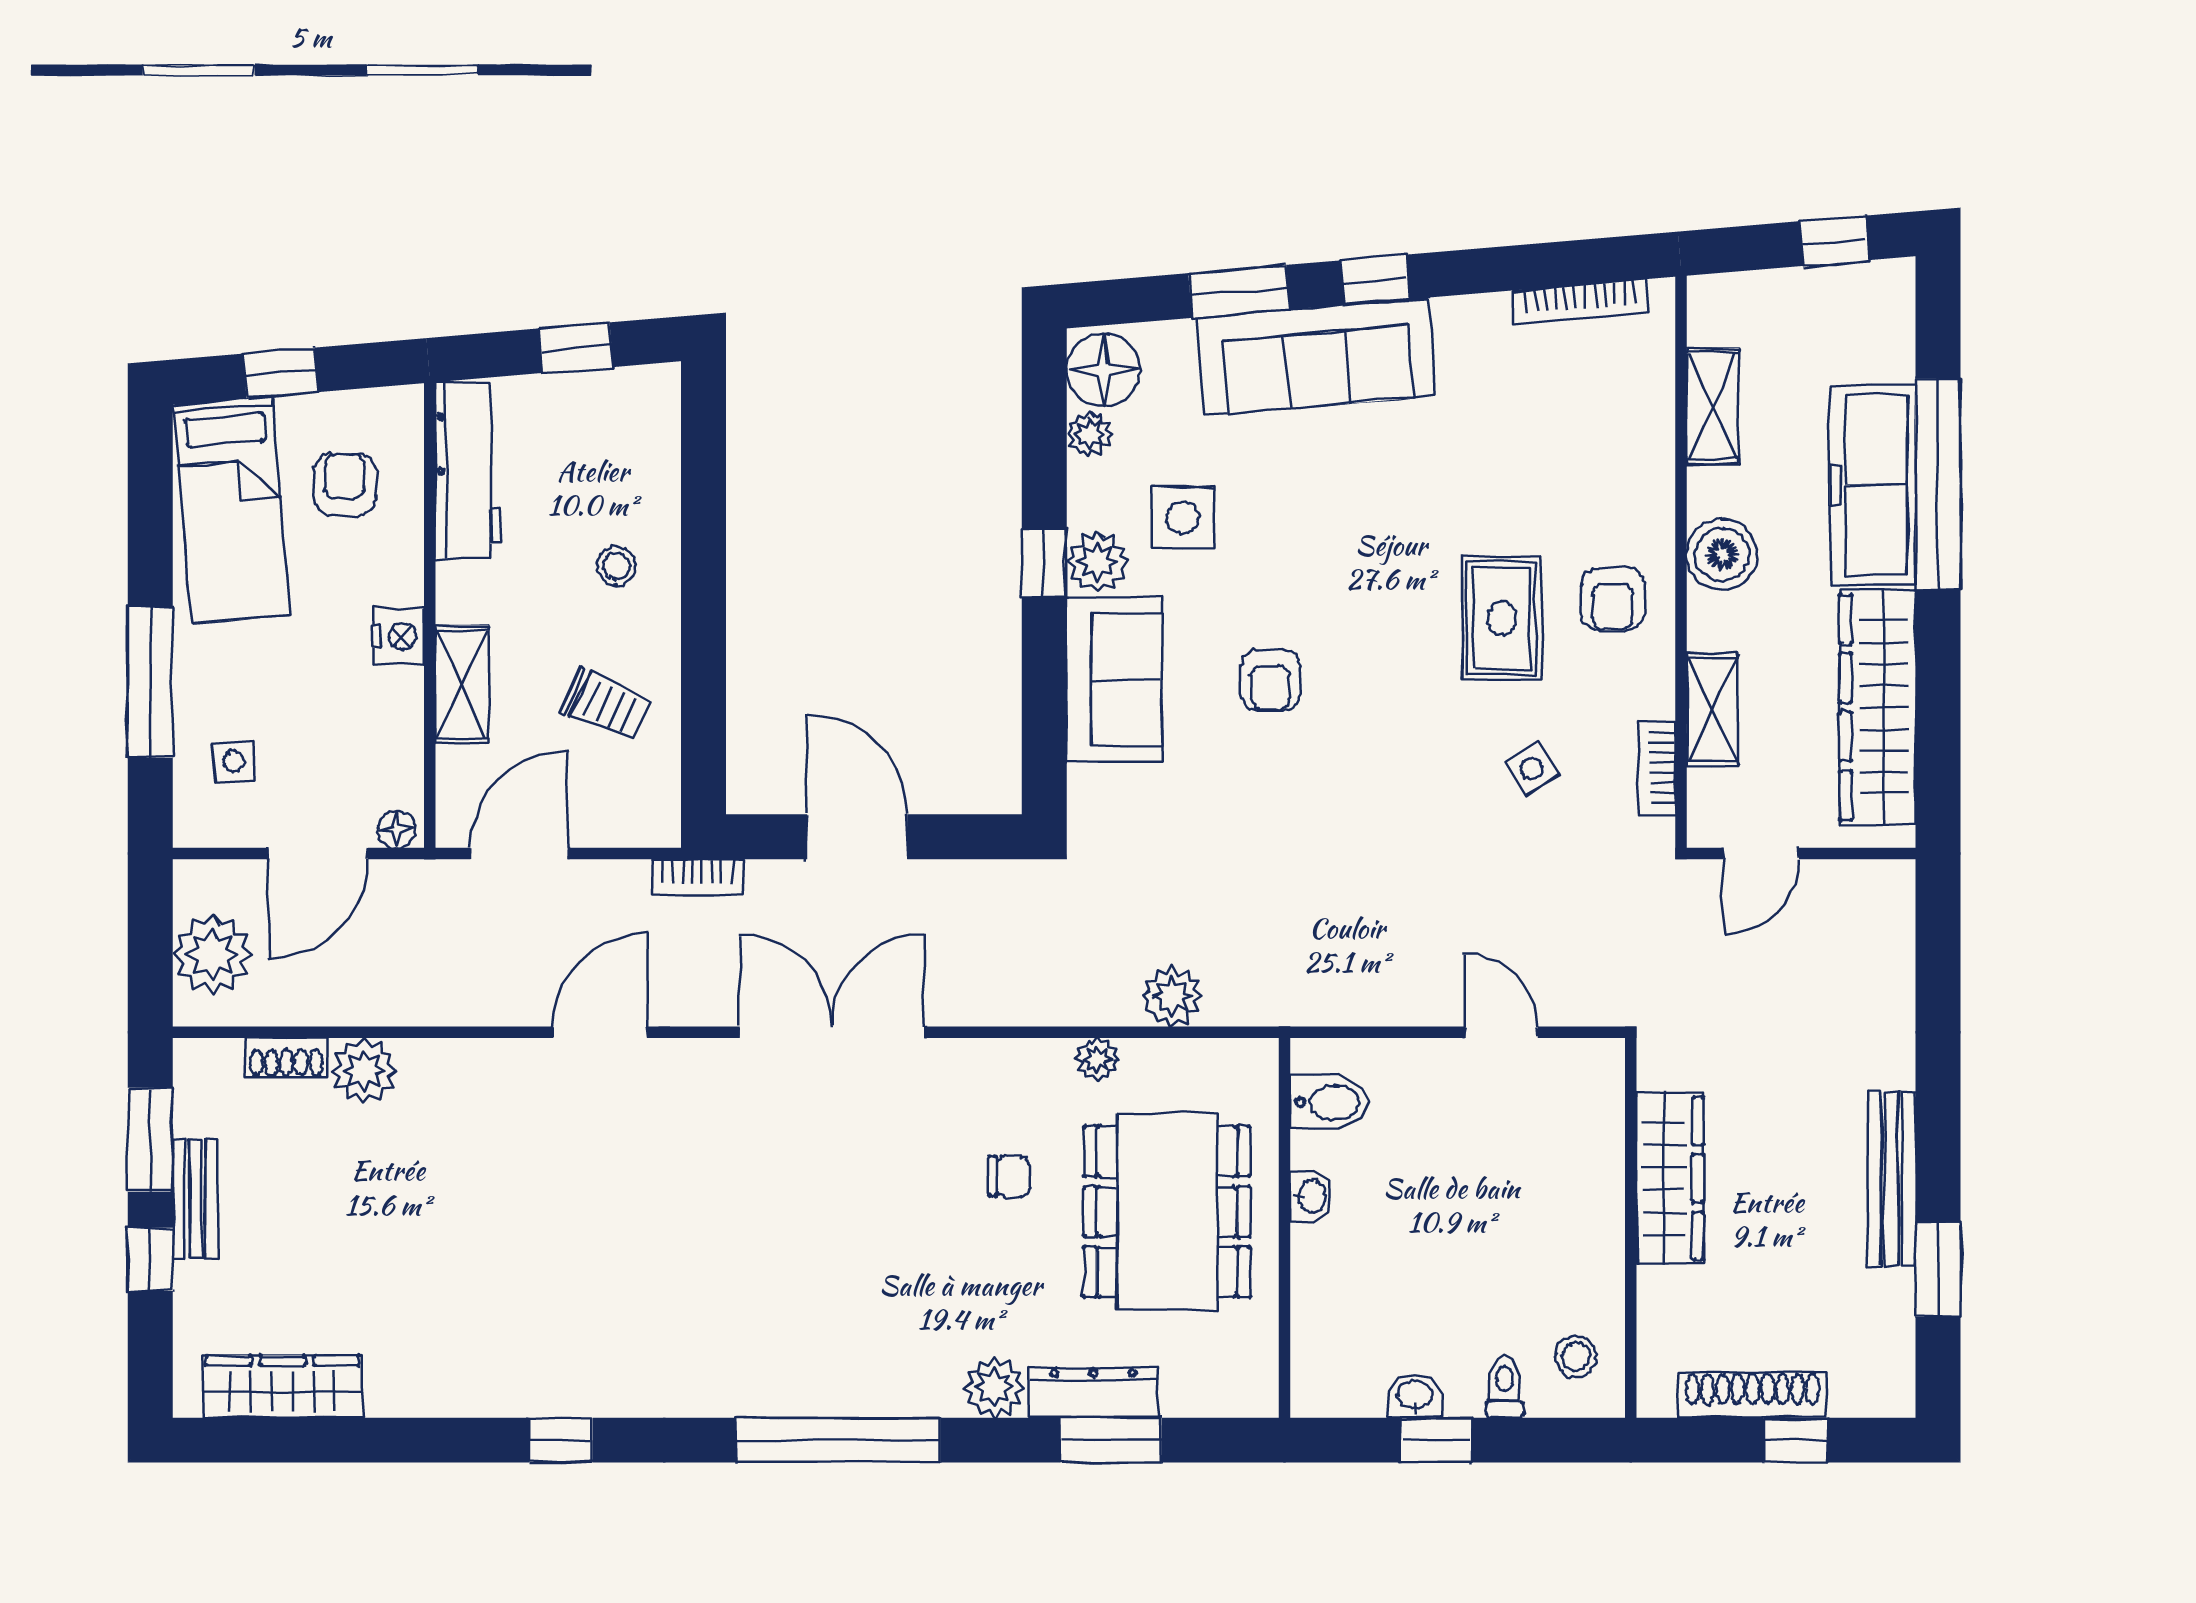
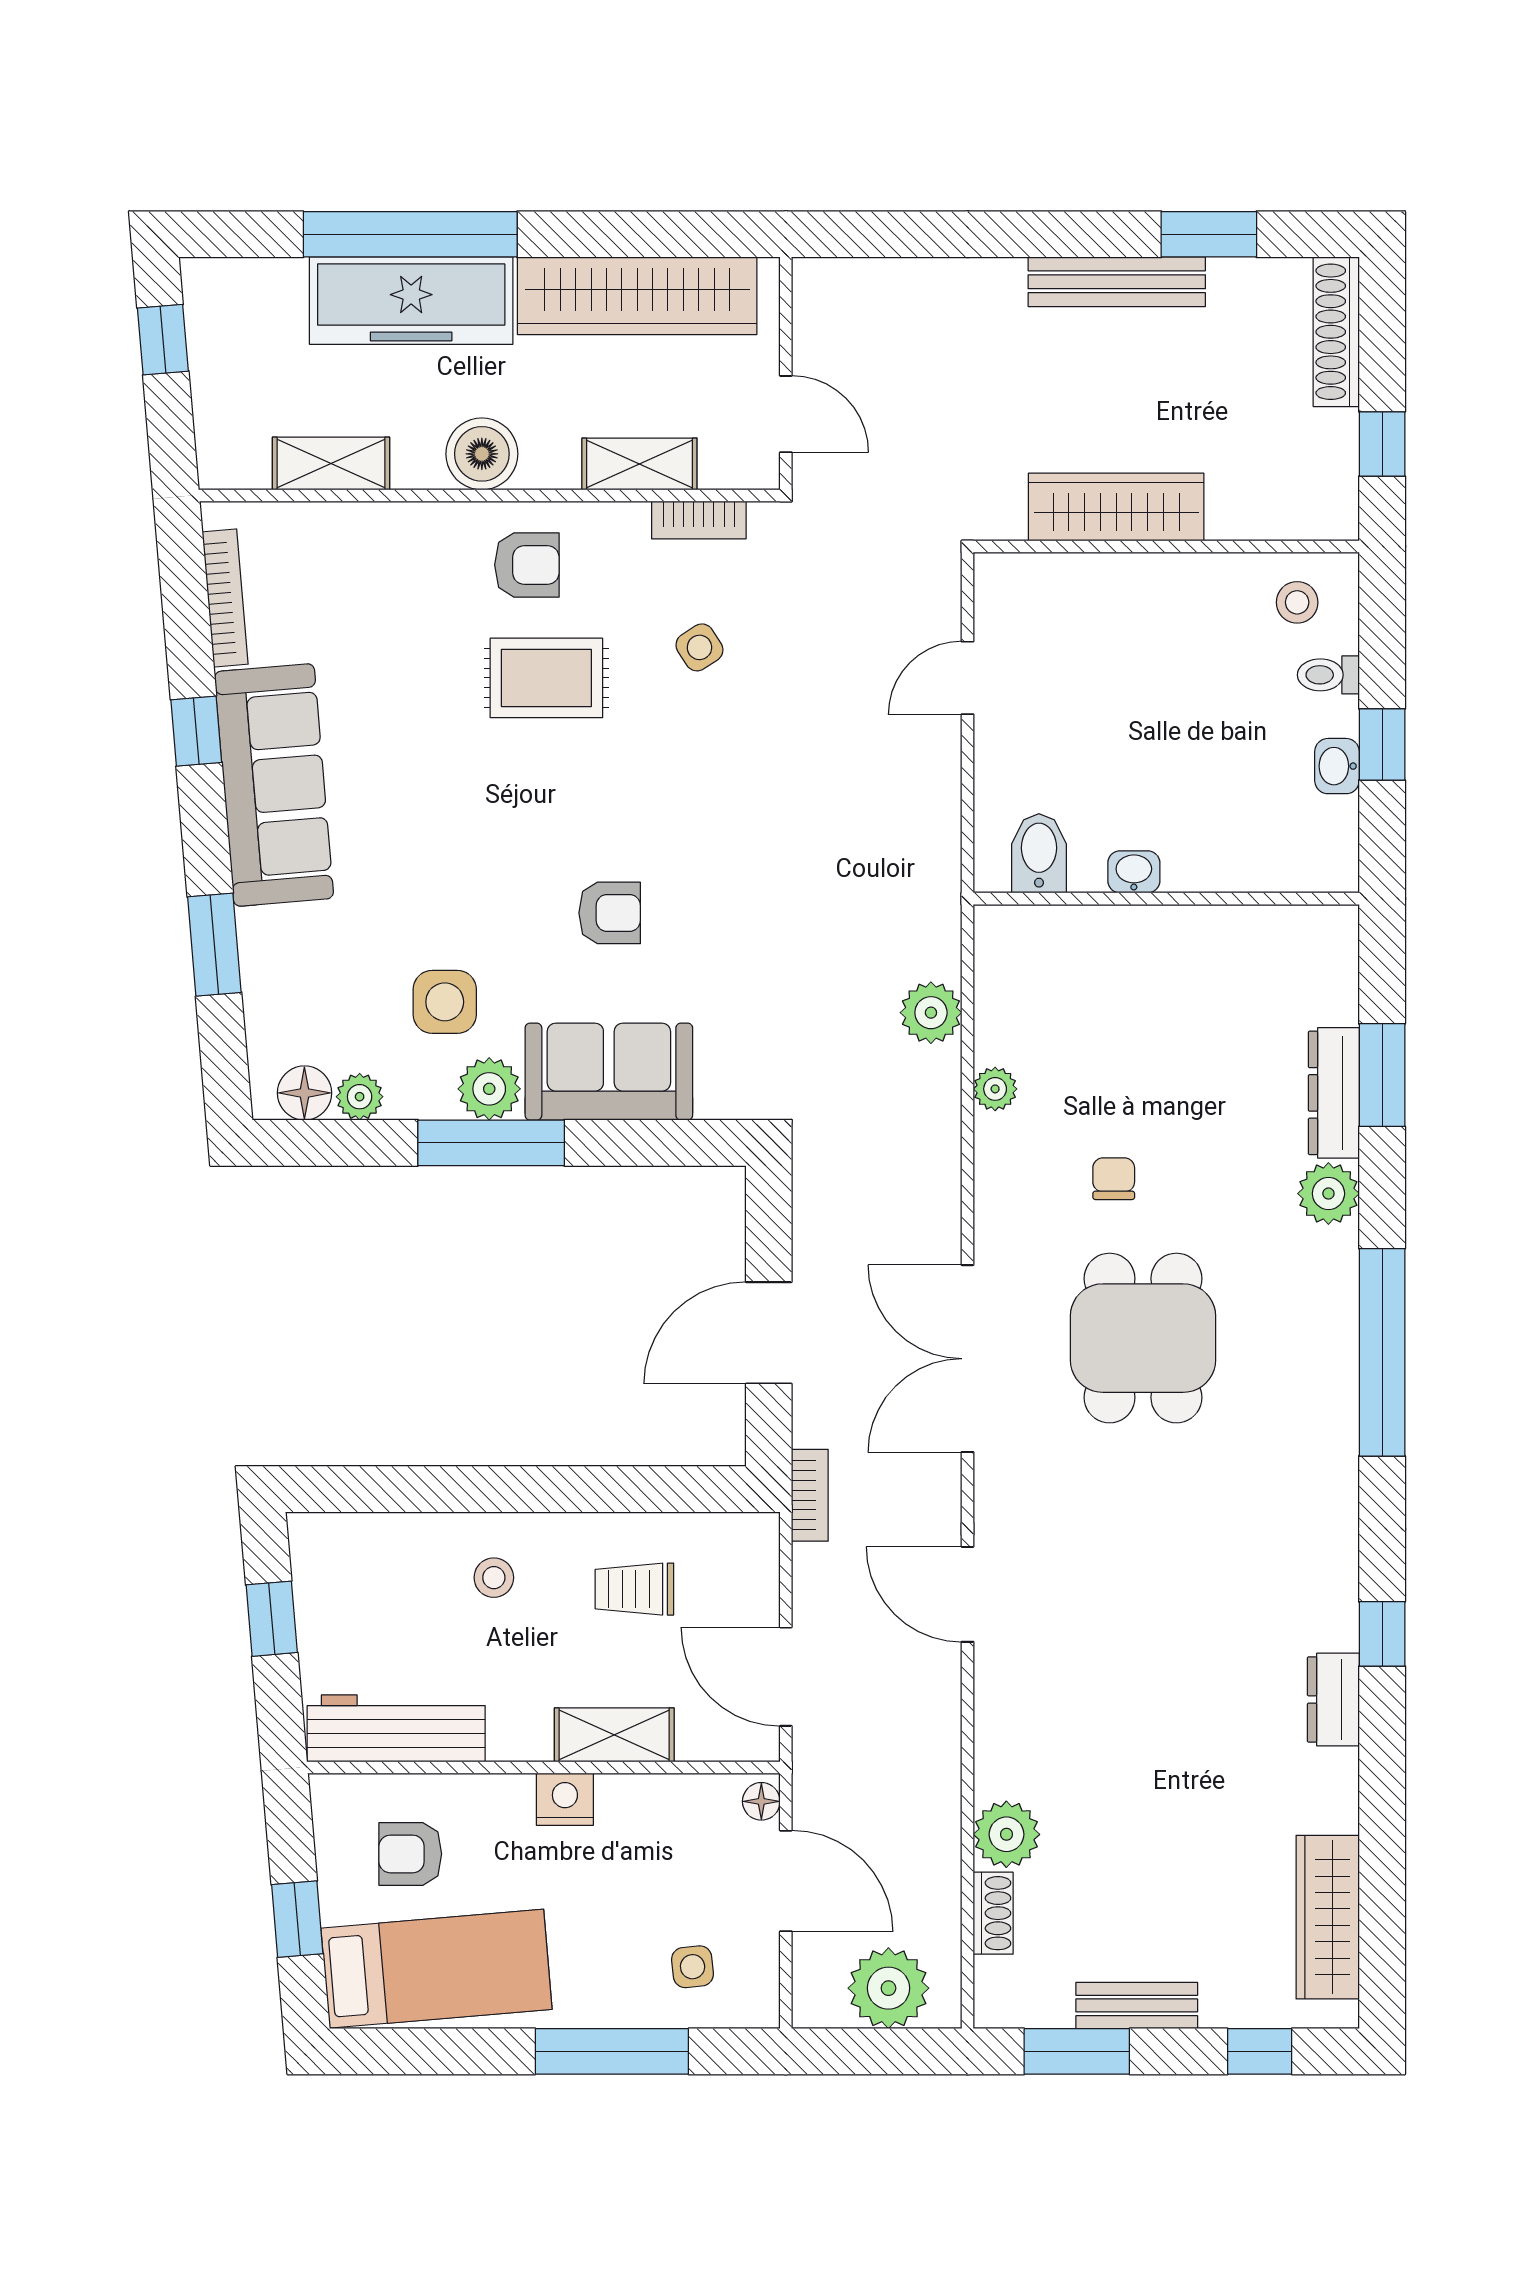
window: (1375, 280) -> (196, 731), moved
sofa: (1316, 357) -> (274, 785), moved
floor lamp: (1103, 370) -> (304, 1093), width x0.73, depth x0.73
window: (1044, 563) -> (491, 1143), width x2.17
trolley: (605, 705) -> (634, 1589), turned -114
dining table: (1167, 1212) -> (1143, 1338), moved, width x0.73
window: (150, 1259) -> (1260, 2051), moved
dresser: (497, 1392) -> (1333, 1699), added
shoe rack: (1753, 1395) -> (1336, 332), moved
window: (1796, 1440) -> (1382, 444), moved

